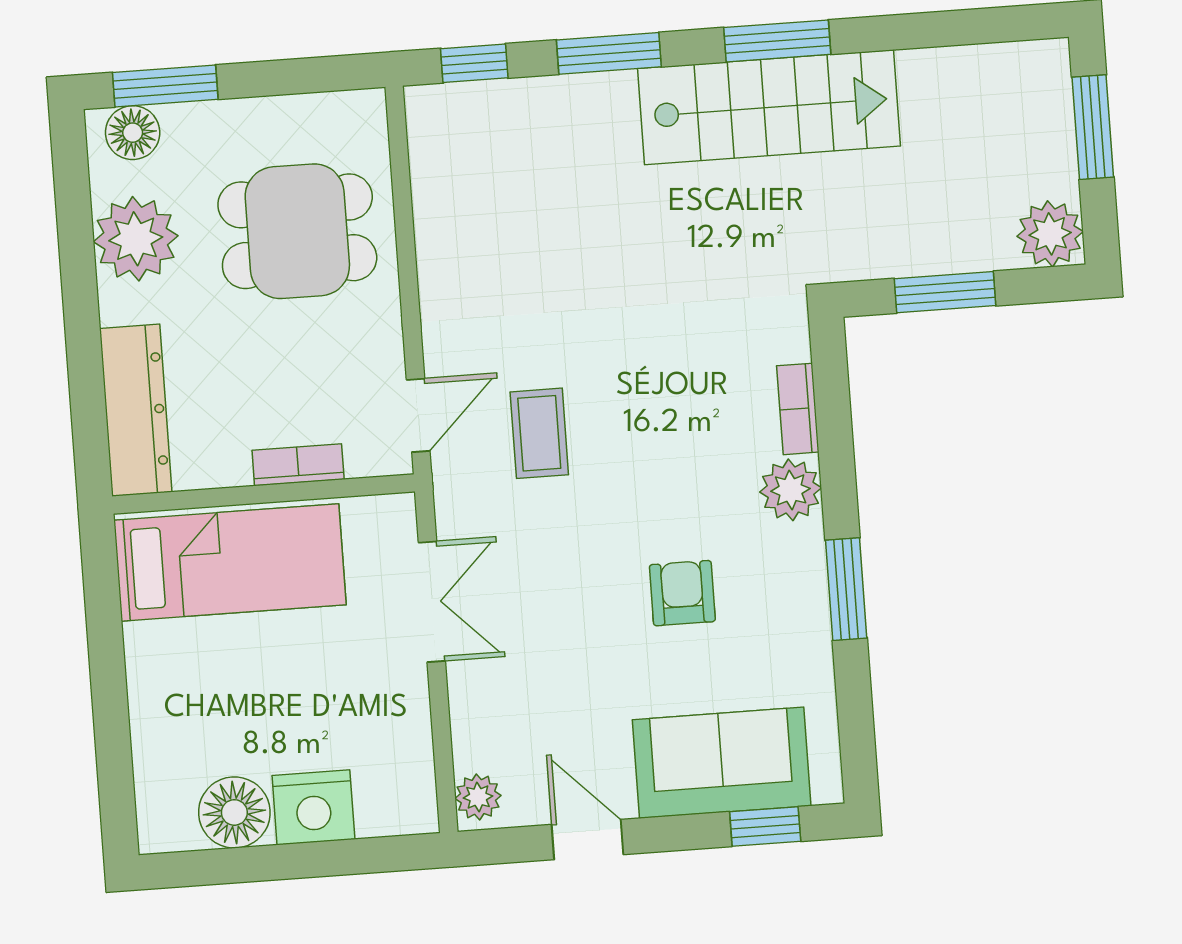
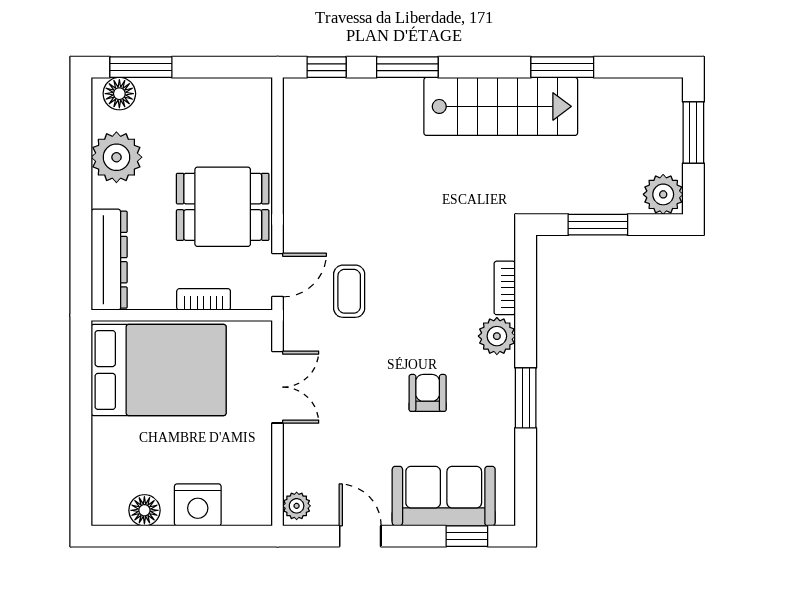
window: (777, 41) -> (562, 67), moved
dining table: (297, 231) -> (223, 207), moved
bed: (230, 562) -> (159, 370), width x1.50
floor lamp: (234, 812) -> (144, 510), width x0.73, depth x0.73

